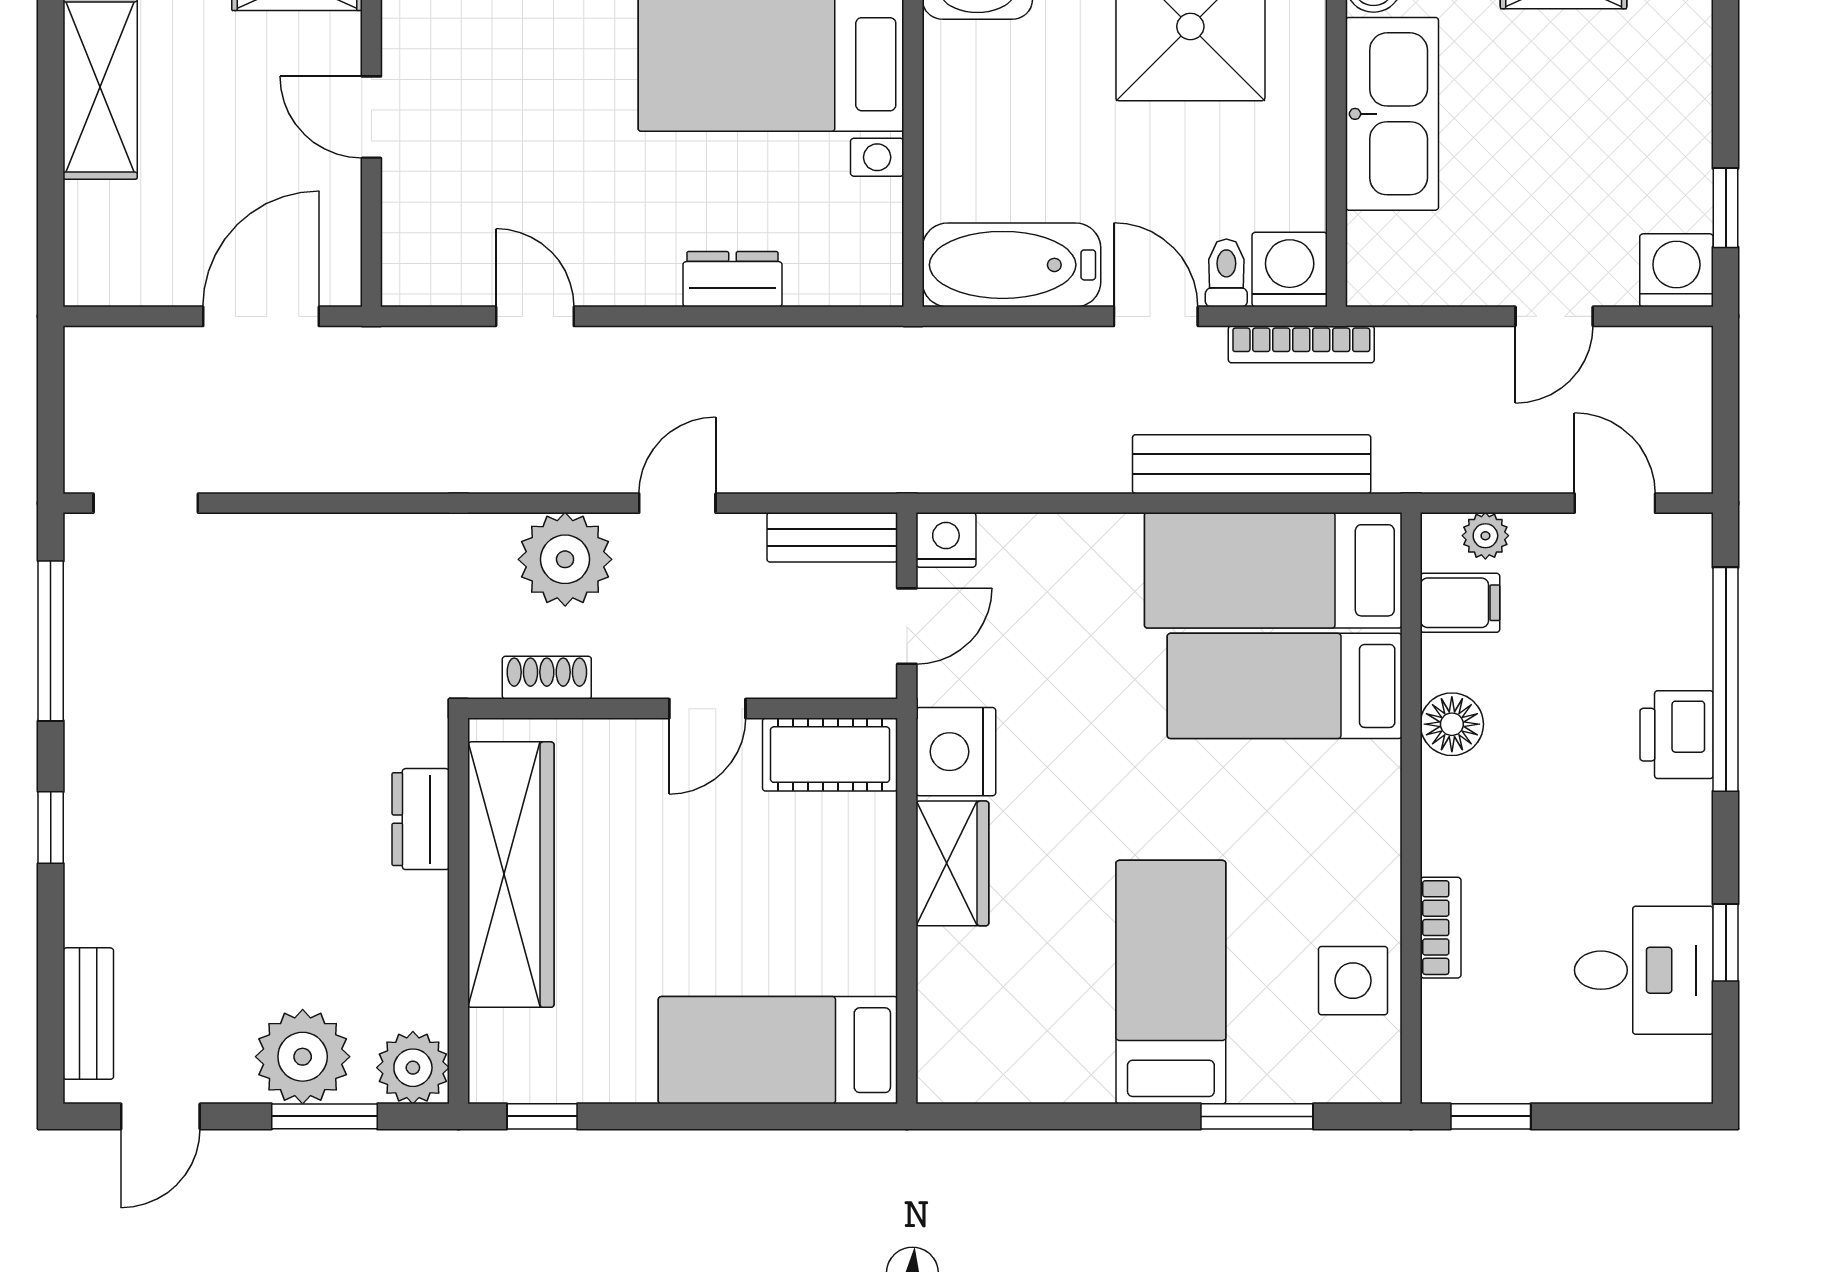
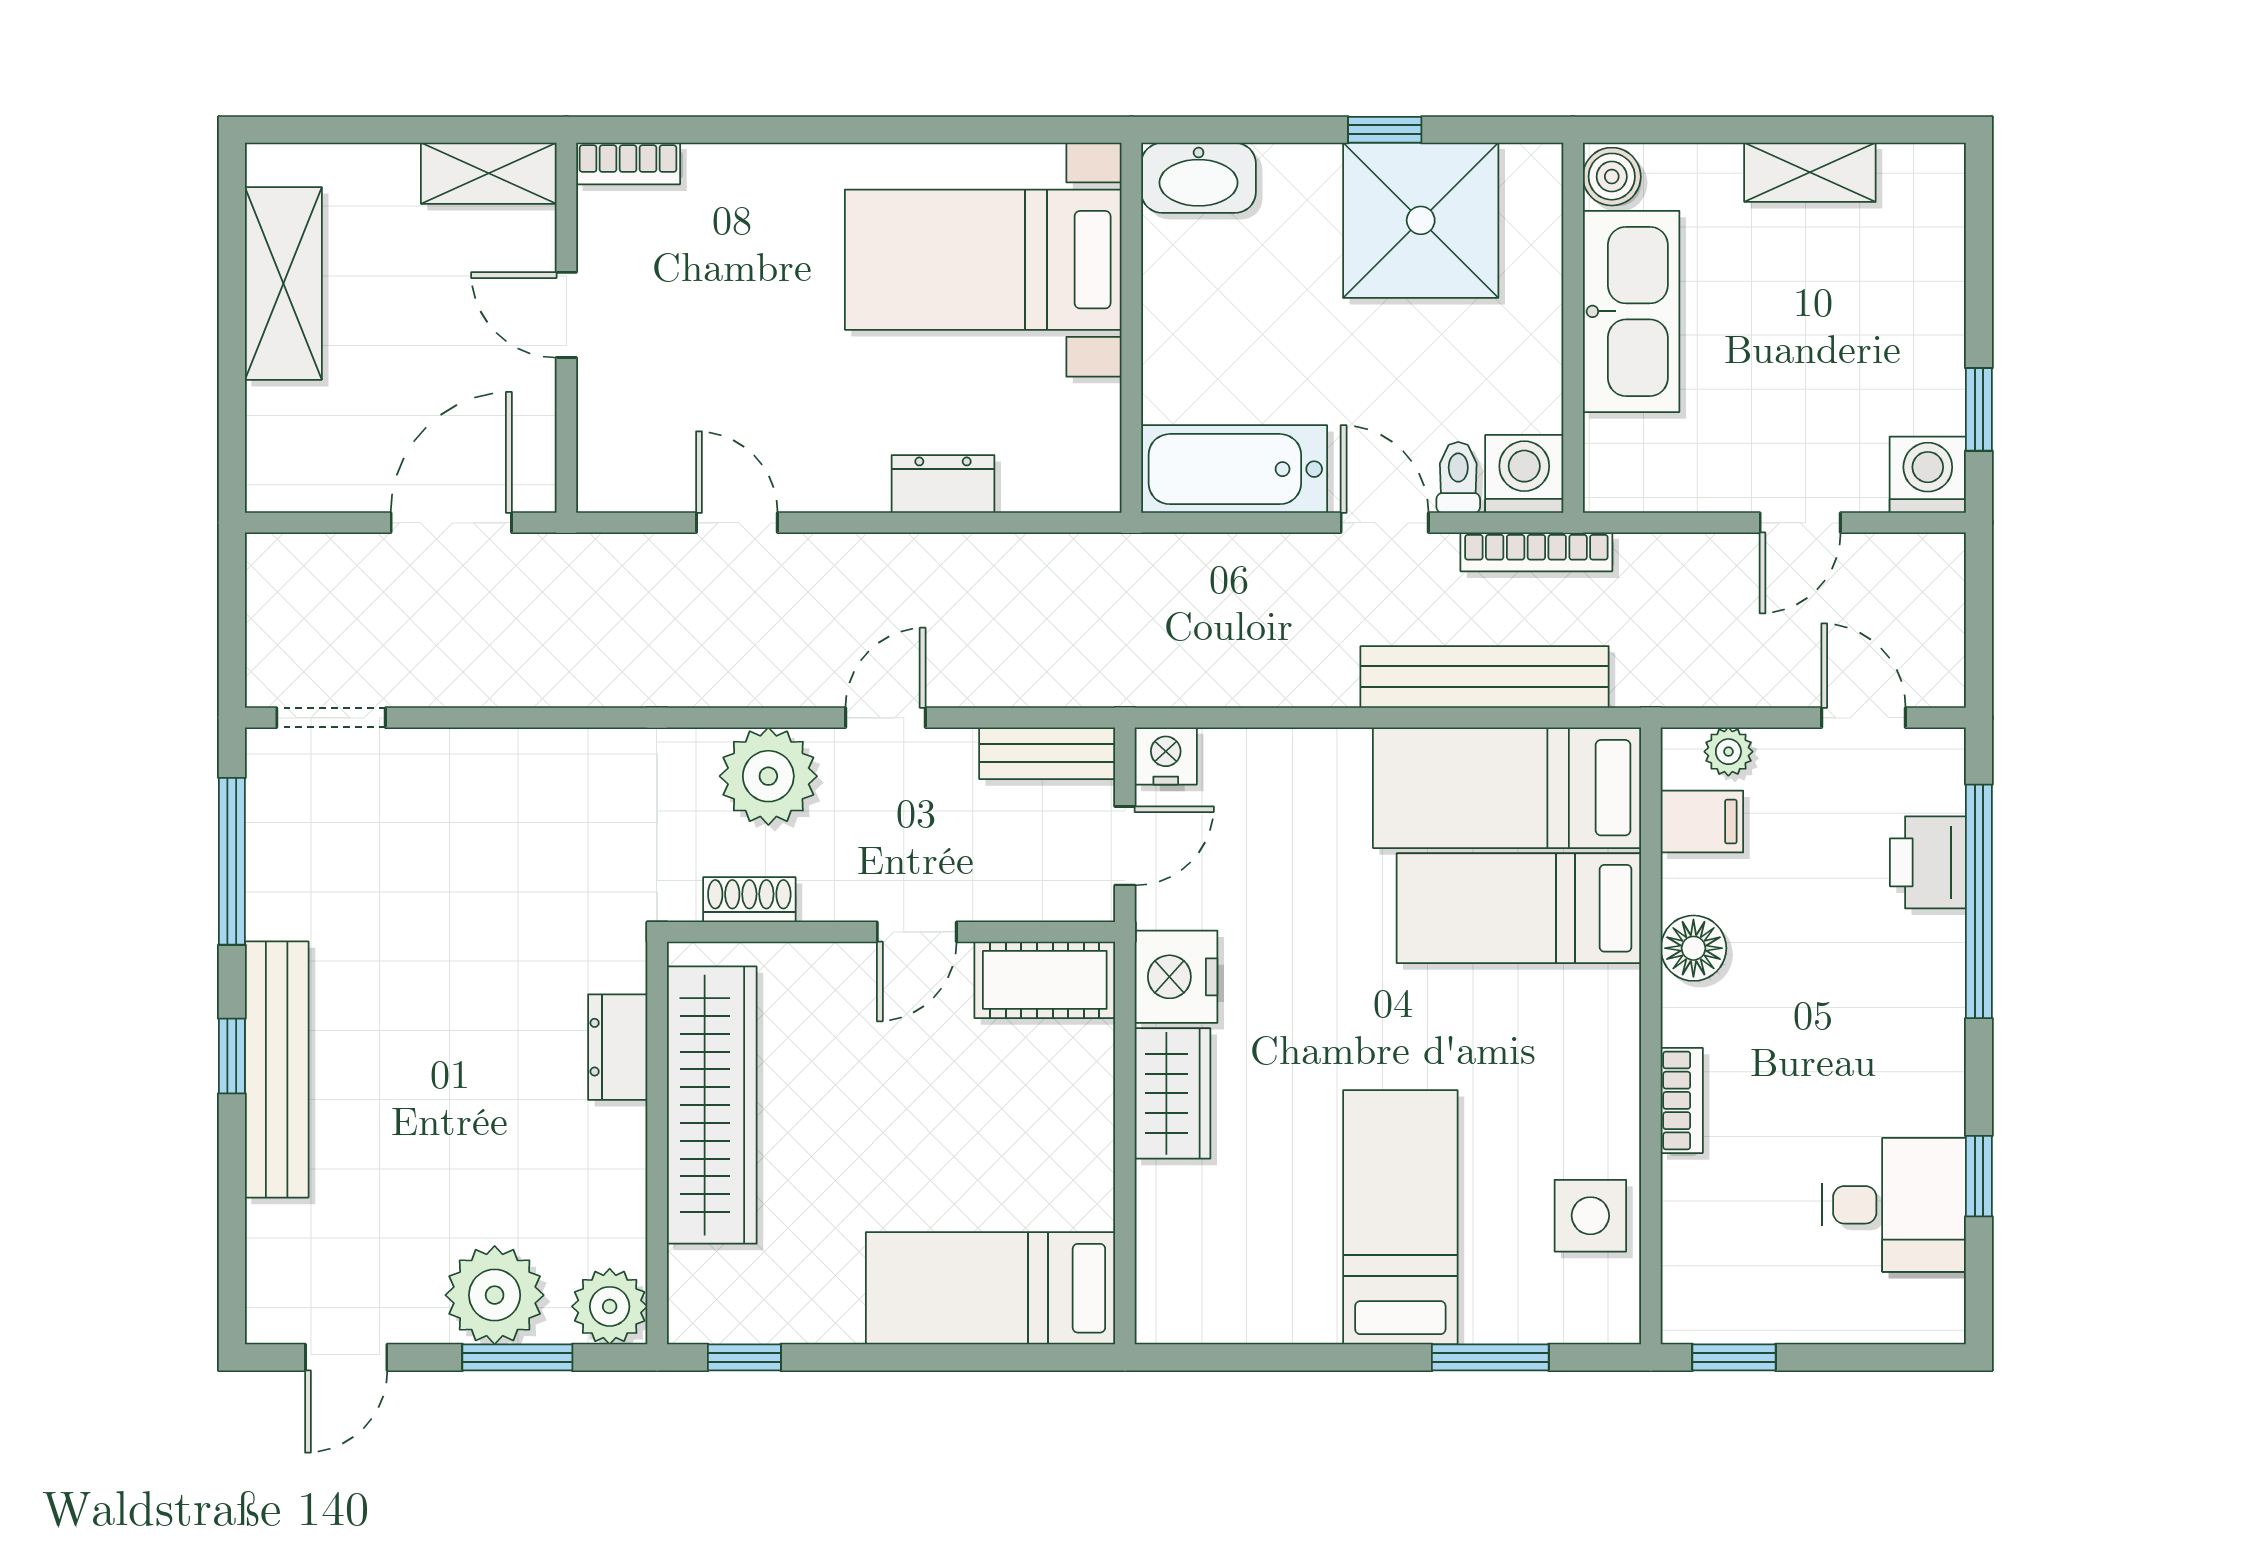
printer: (1677, 735) -> (1928, 862), moved
bookcase: (1441, 928) -> (1682, 1100), moved
bench: (88, 1014) -> (277, 1070), moved, width x1.86, depth x1.21

